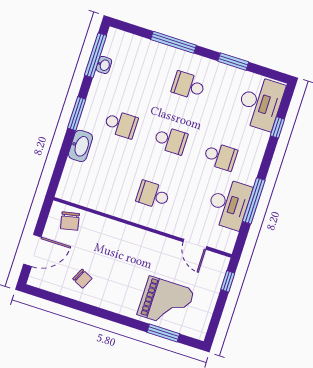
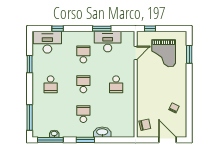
window: (174, 42) -> (30, 118), moved
window: (254, 201) -> (102, 29), width x0.69
grand piano: (166, 302) -> (164, 53), moved, turned 180

